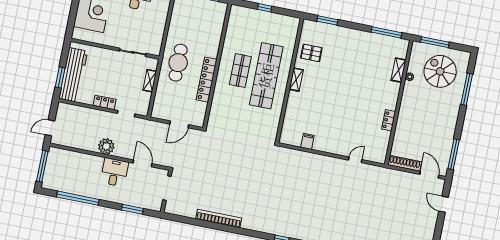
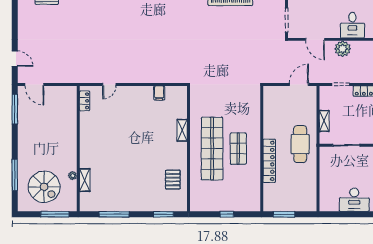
window: (386, 32) -> (114, 214), moved
pallet: (311, 53) -> (173, 180), turned 90
locker: (207, 80) -> (269, 161), moved
shelving: (296, 80) -> (182, 130), moved
locker: (389, 120) -> (85, 101), moved
door: (179, 124) -> (299, 84), moved
plant: (106, 146) -> (343, 49), moved
shoe rack: (405, 163) -> (61, 91), removed
desk: (114, 172) -> (352, 25), moved

